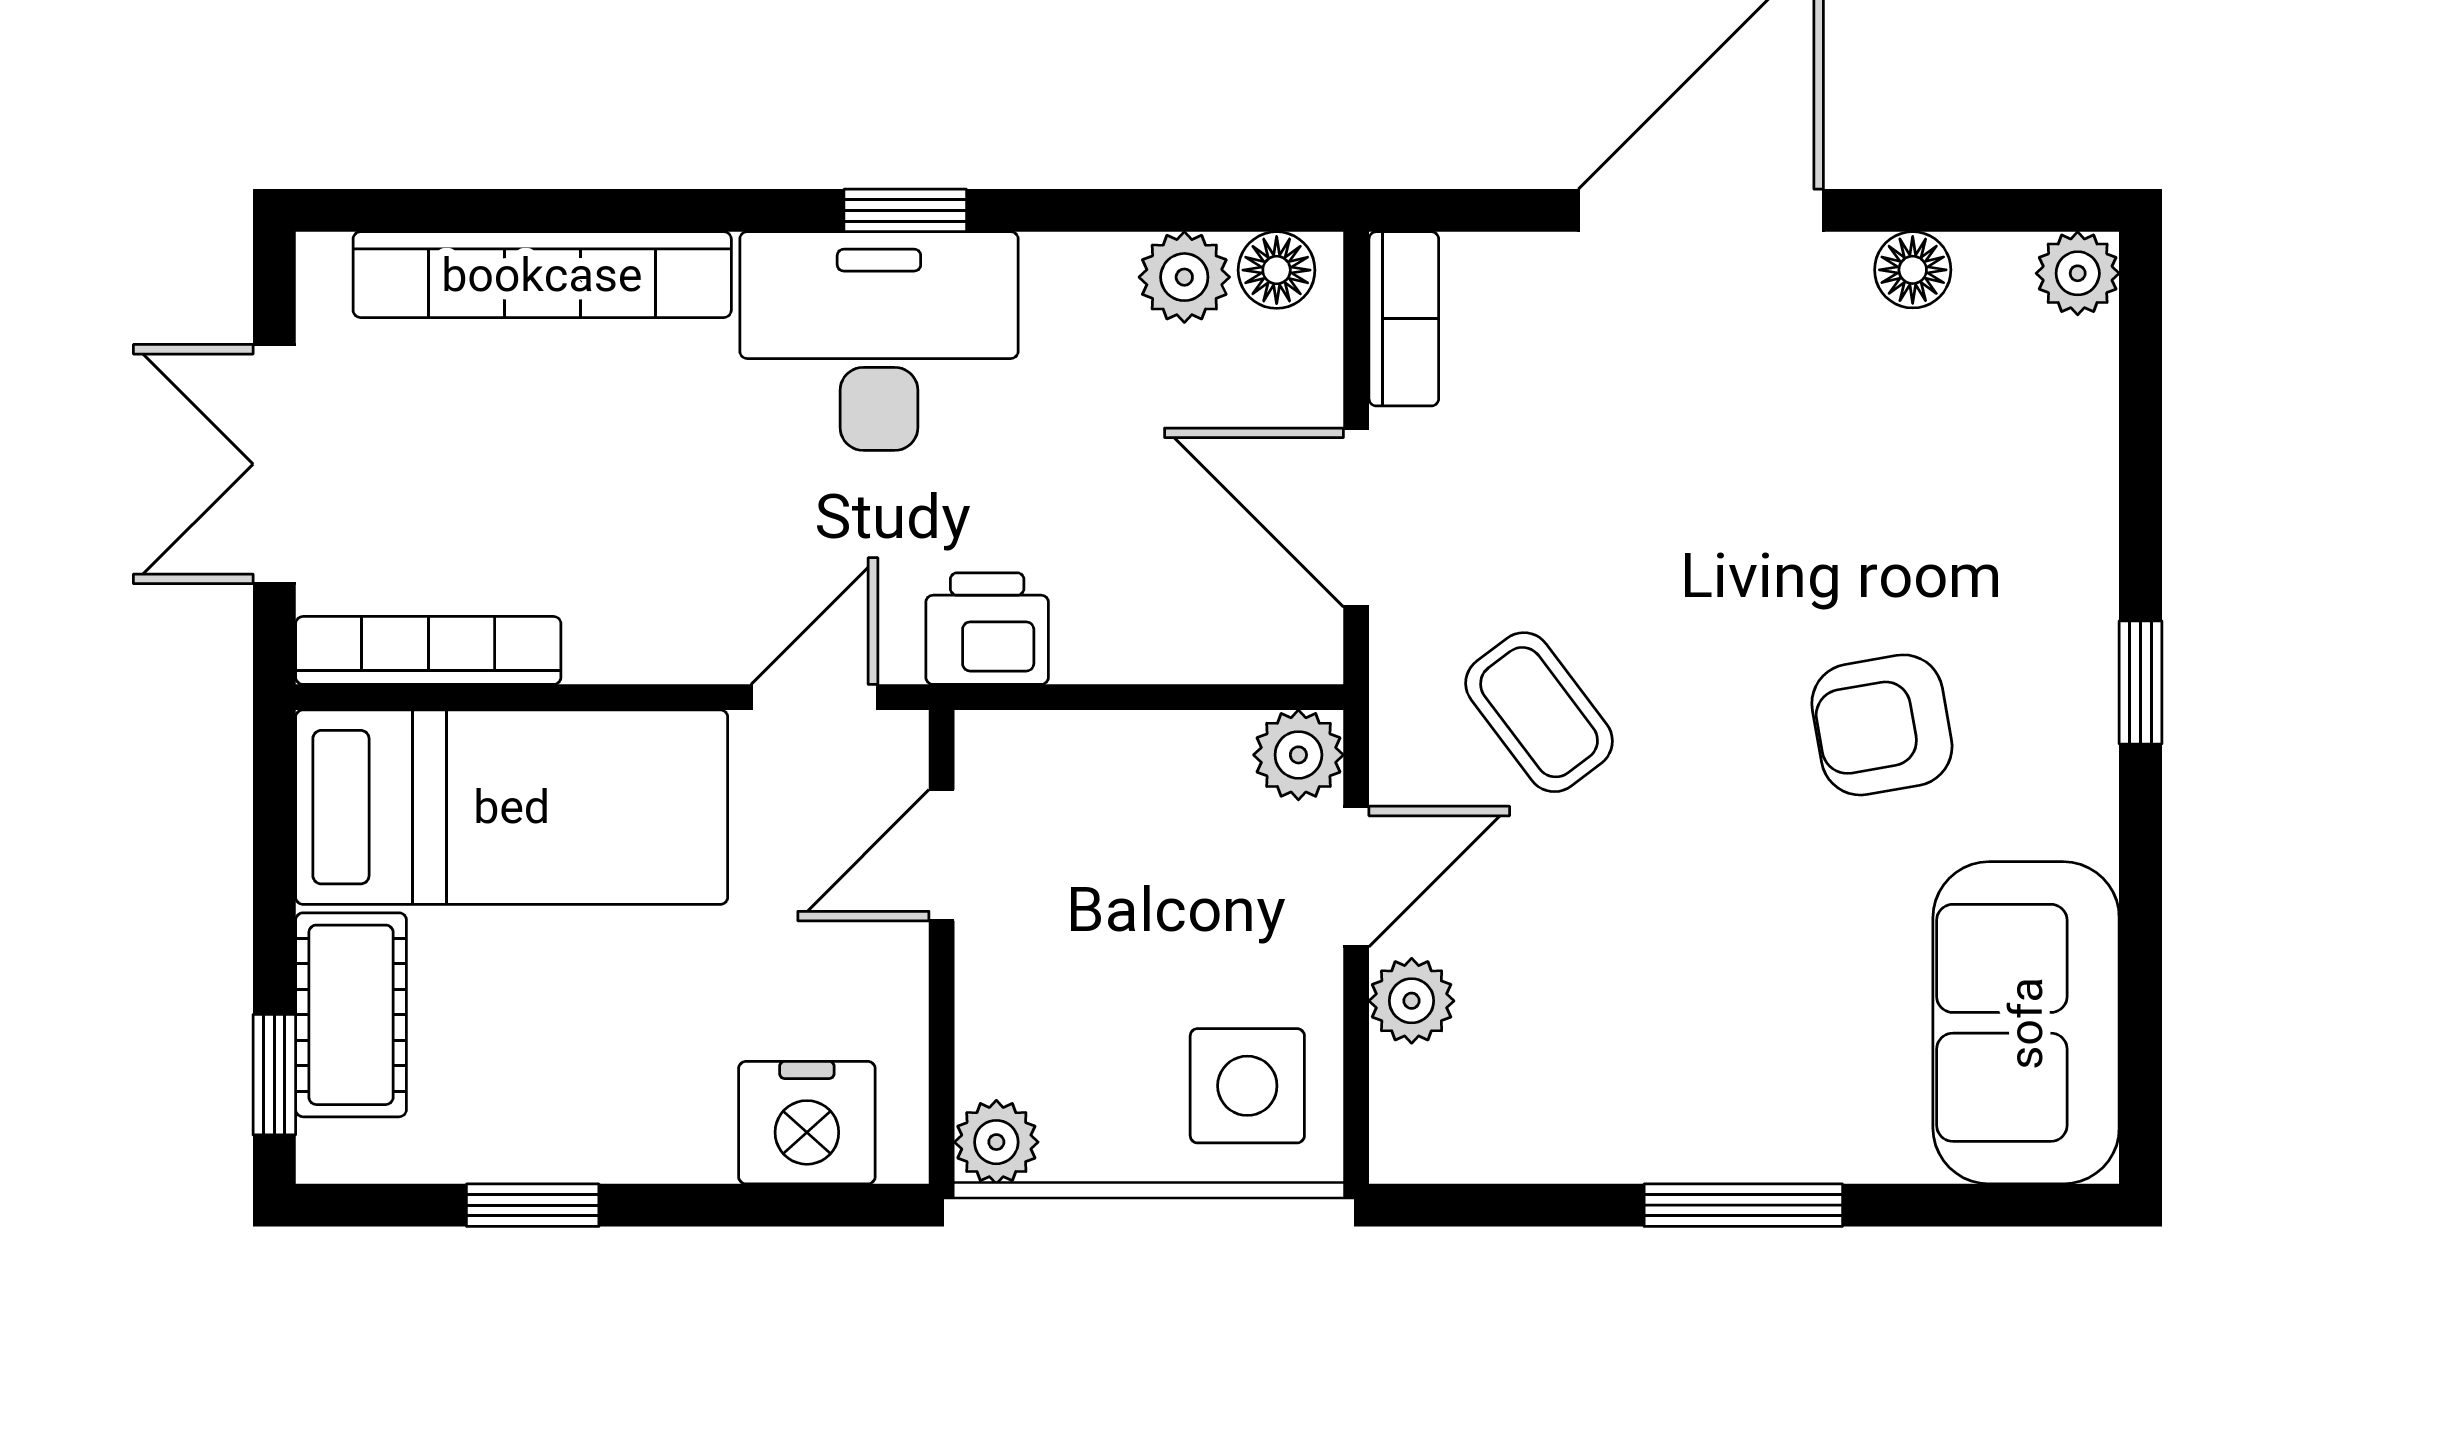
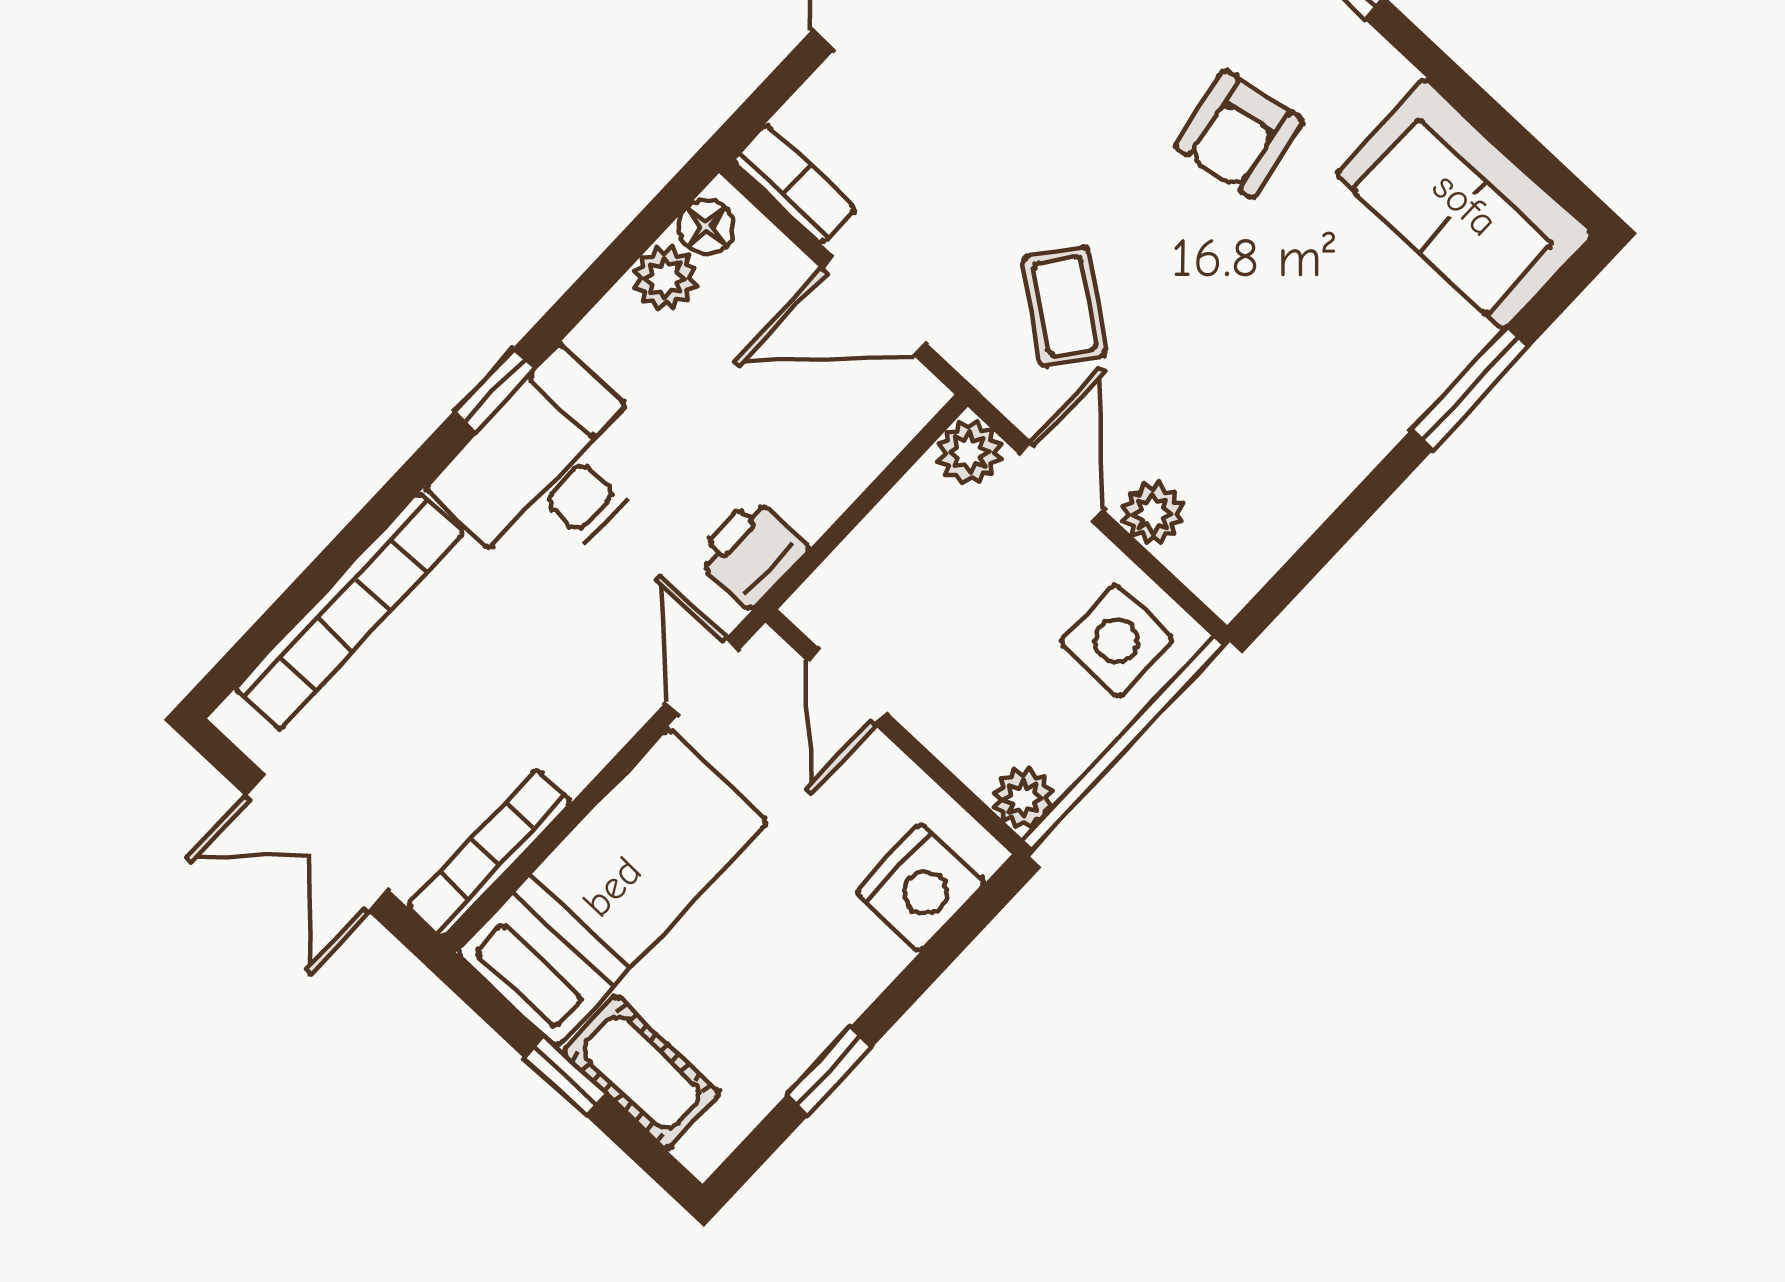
coffee table: (1539, 712) -> (1065, 306), turned 74
window: (274, 1075) -> (565, 1076), moved
window: (1743, 1205) -> (1470, 389), moved

